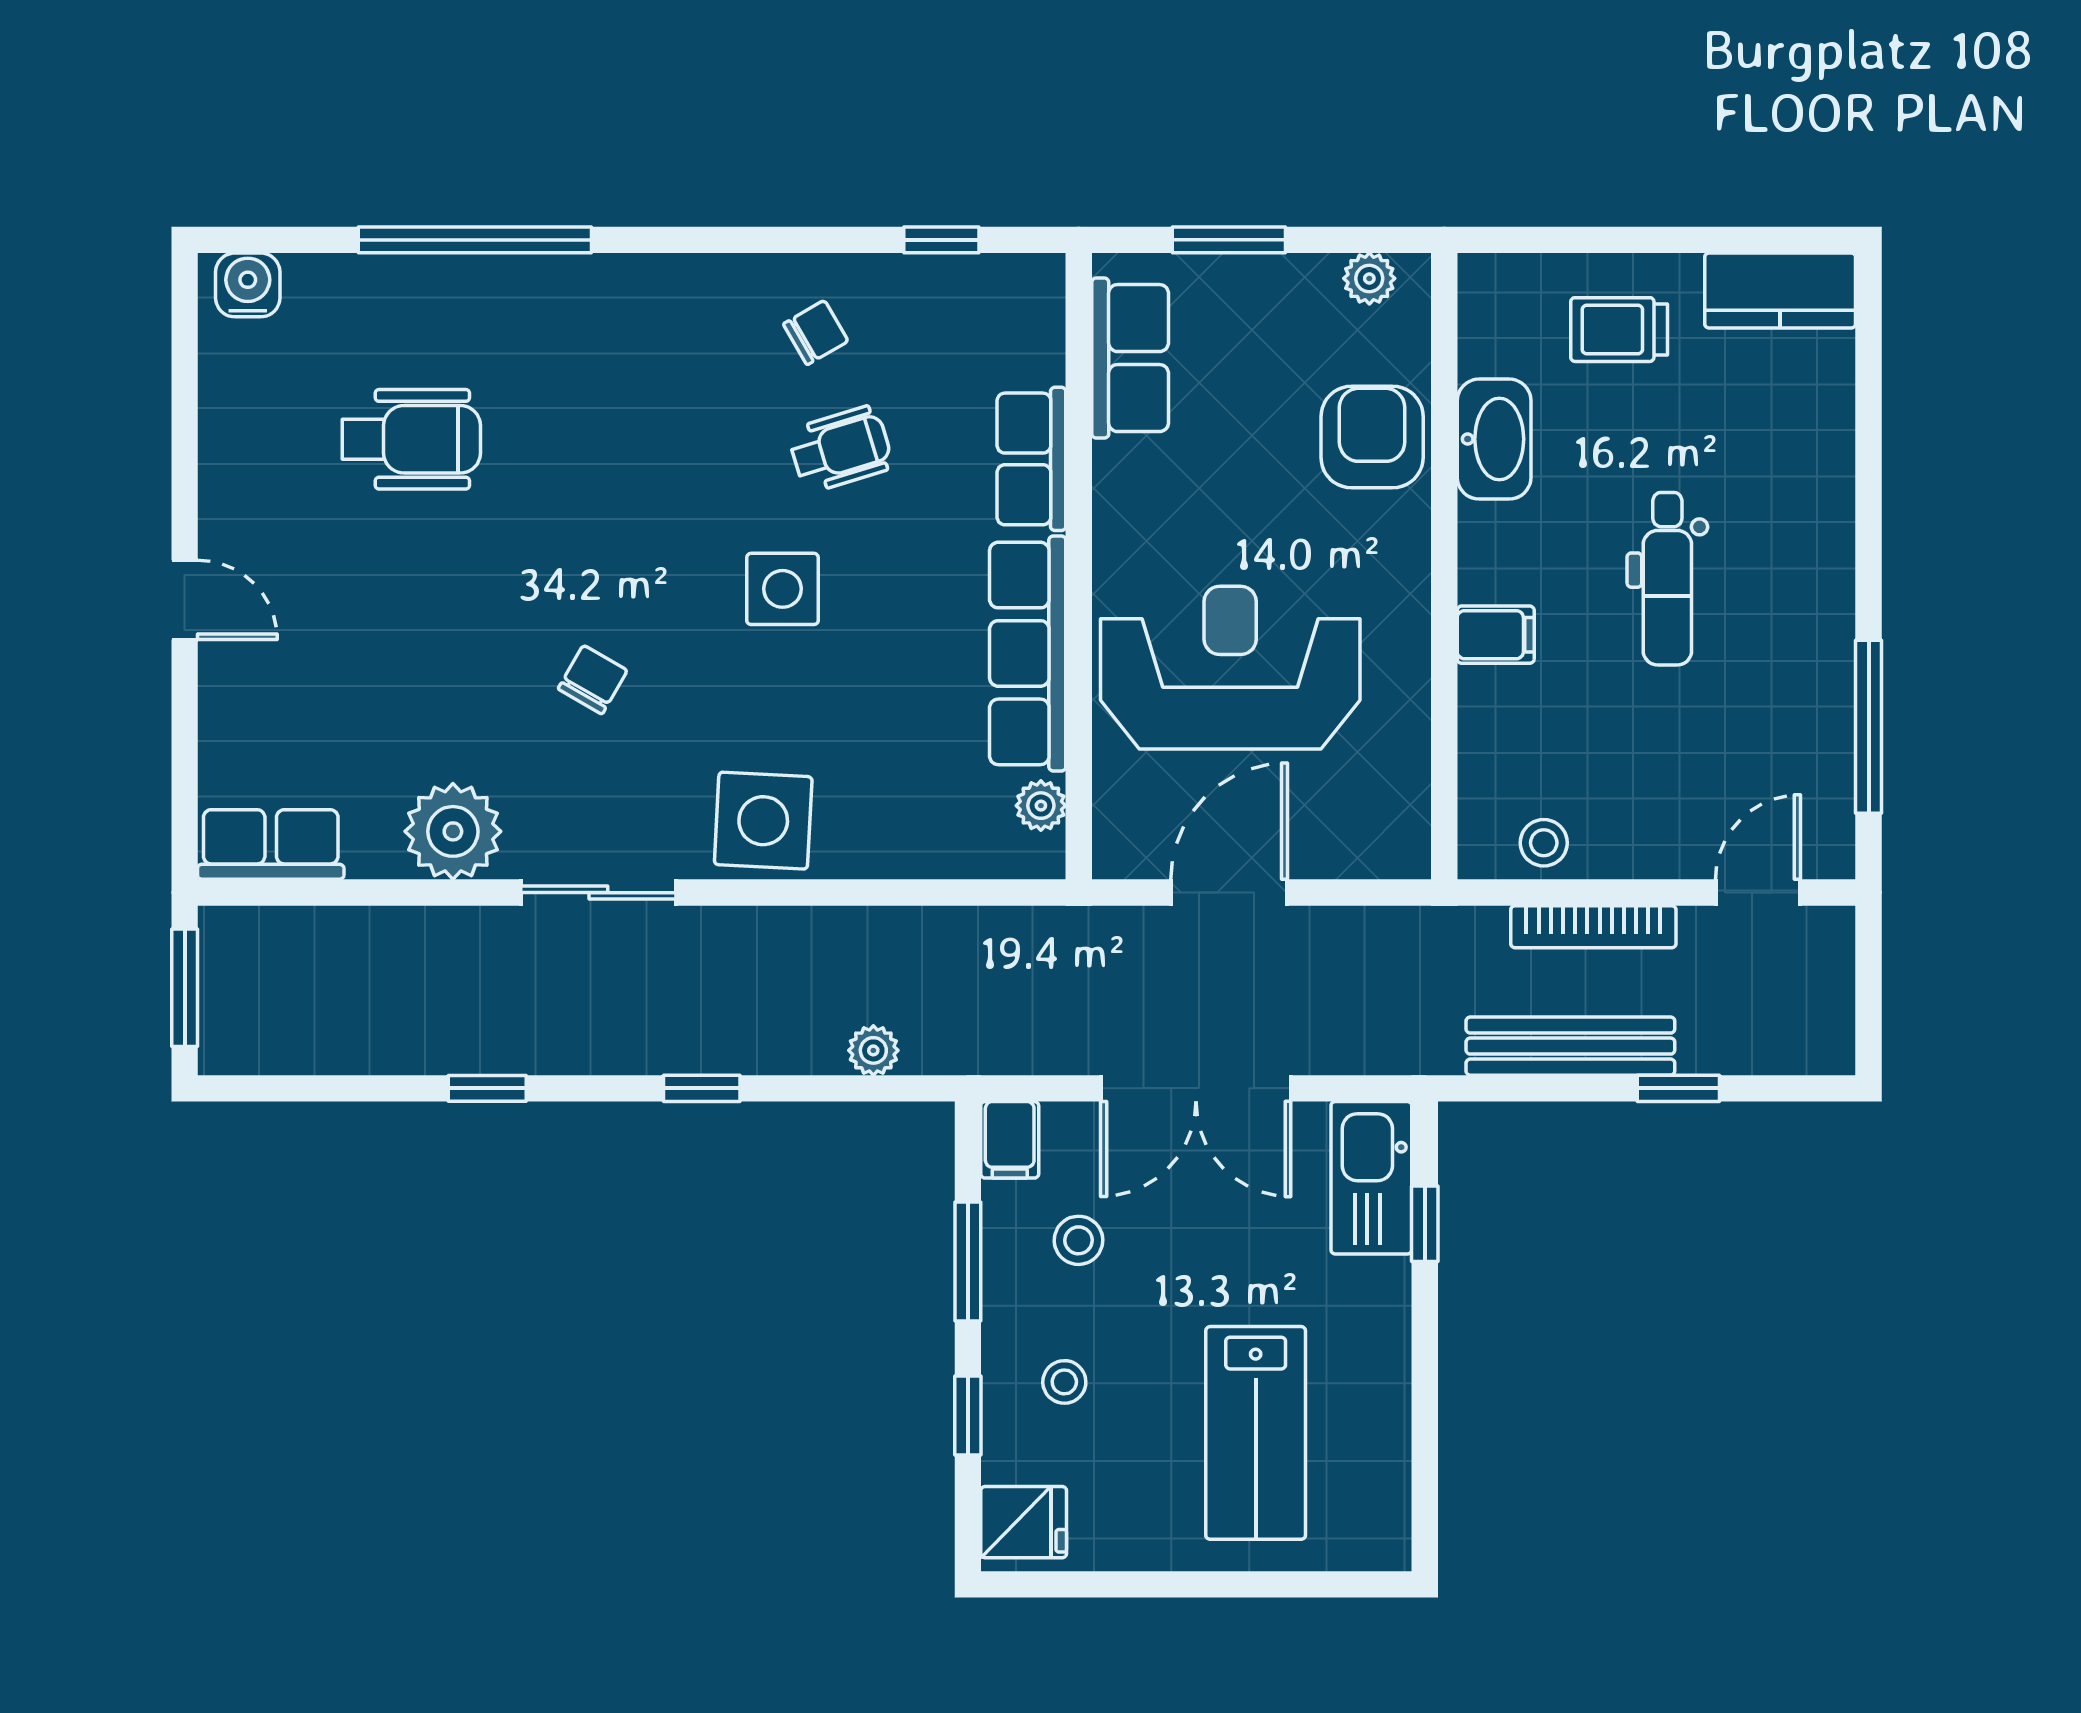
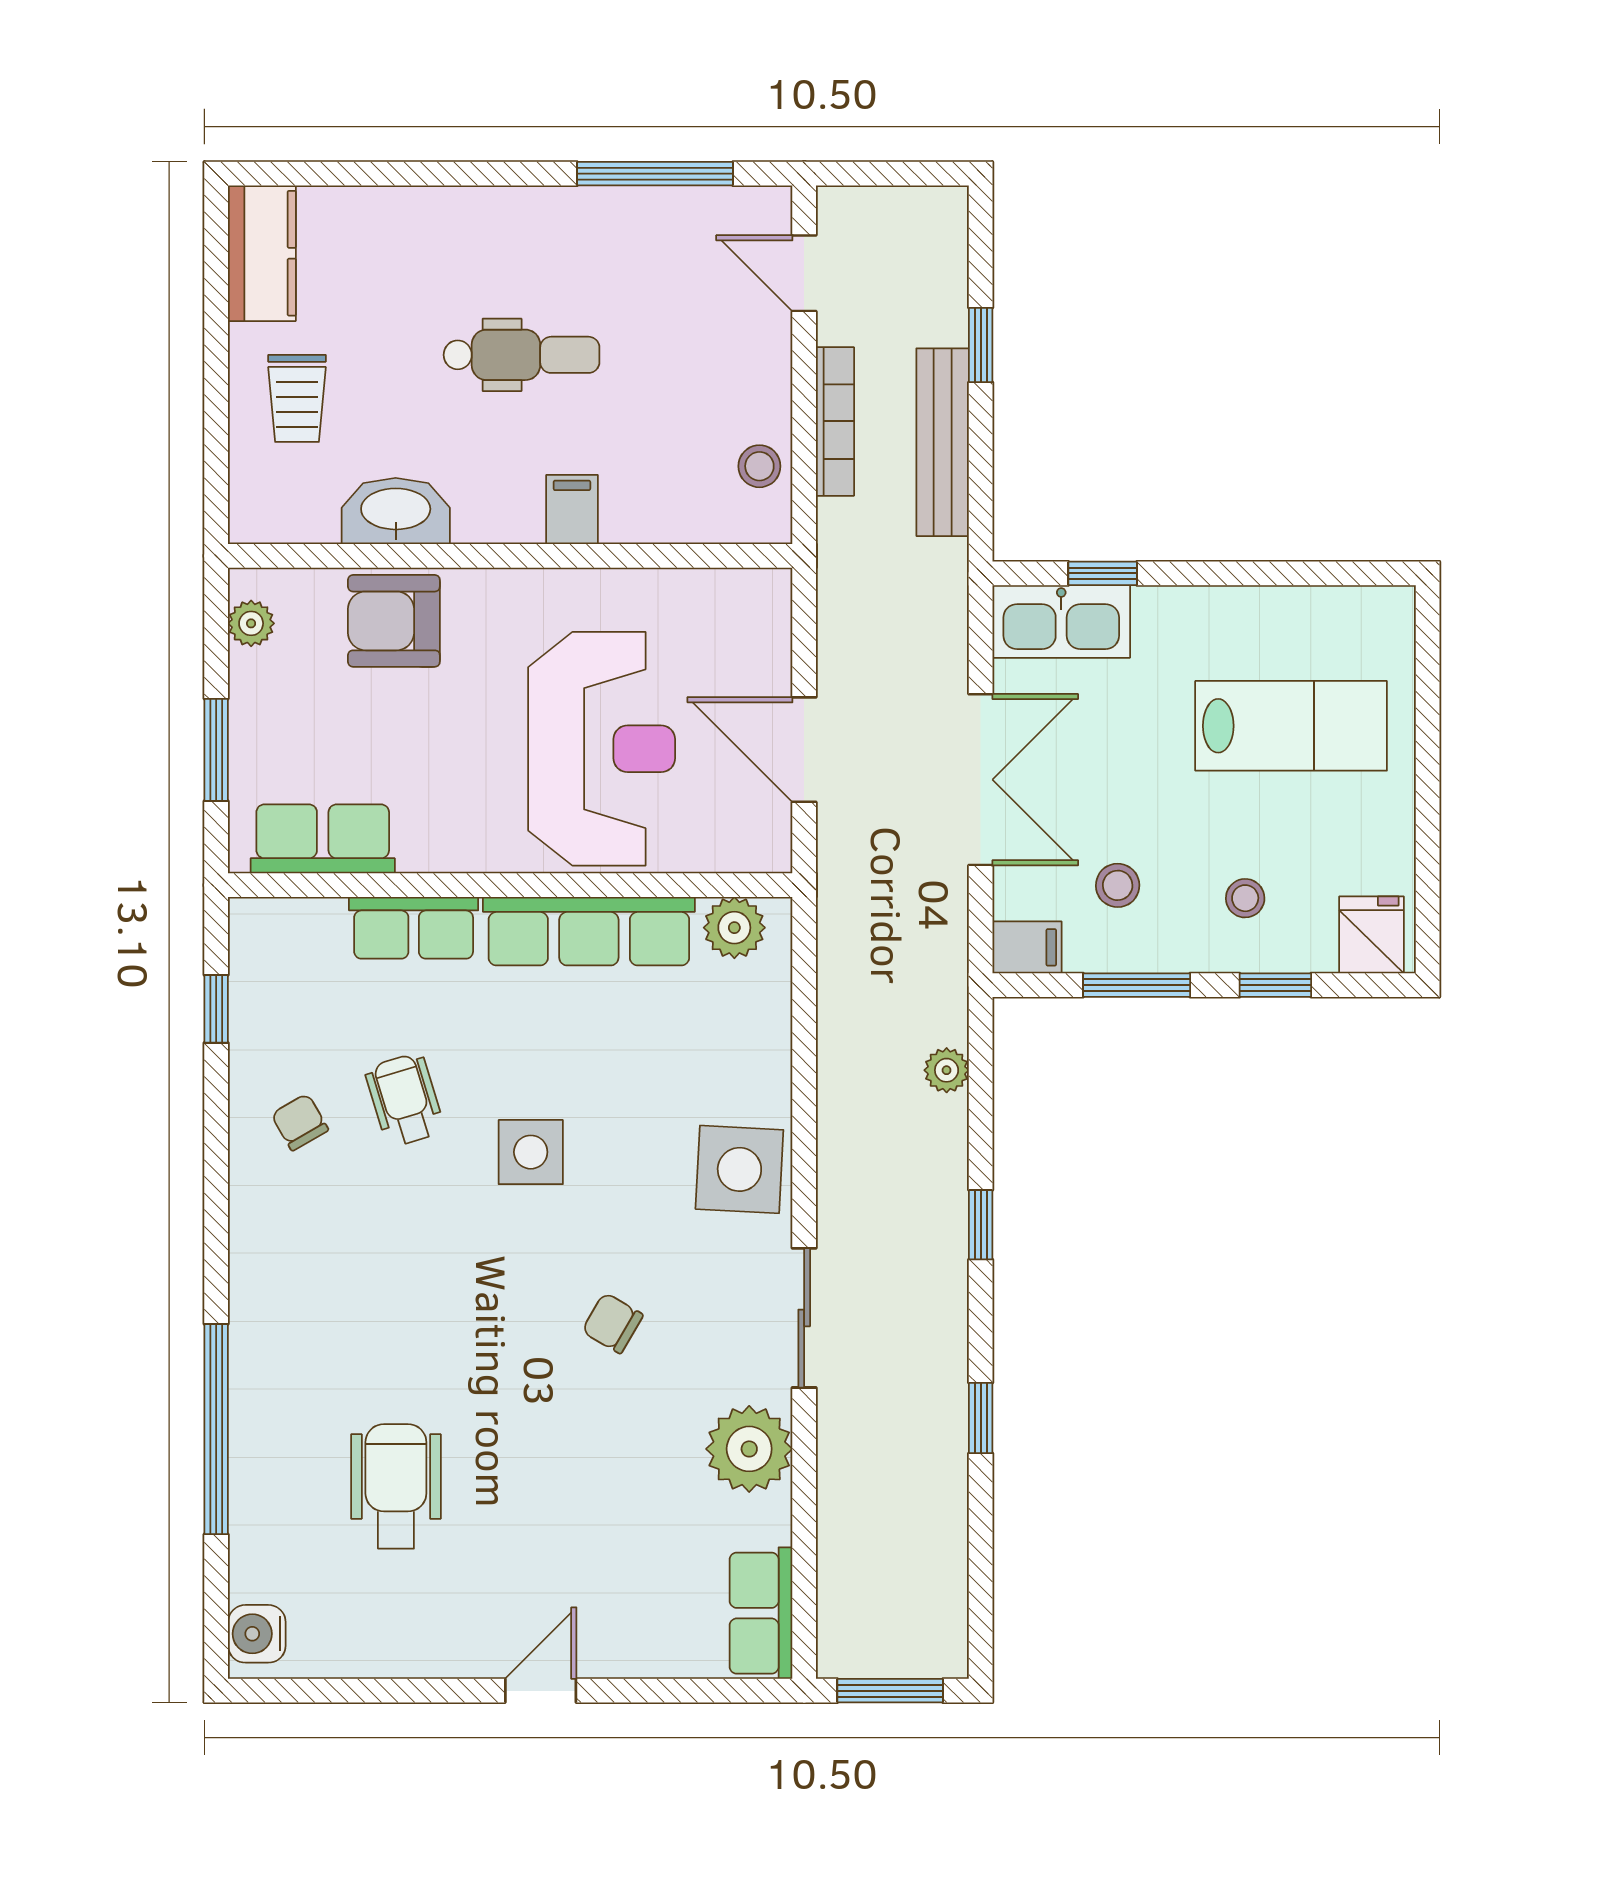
reception desk: (1230, 668) -> (602, 749), turned 180
plant: (1041, 806) -> (734, 928), width x1.38, depth x1.38

